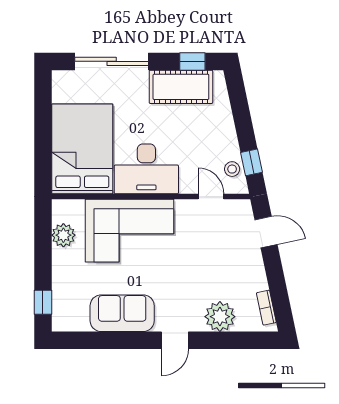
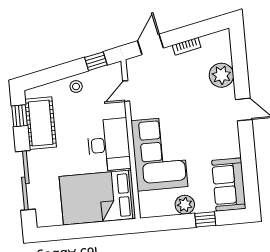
stool: (232, 169) -> (76, 86), moved
plant: (63, 235) -> (185, 205), moved
window: (43, 302) -> (205, 219), moved
bookcase: (266, 308) -> (187, 46), moved
sofa: (122, 313) -> (229, 185), moved

